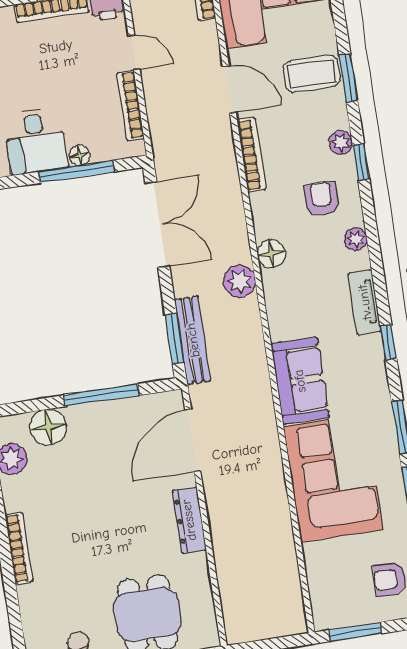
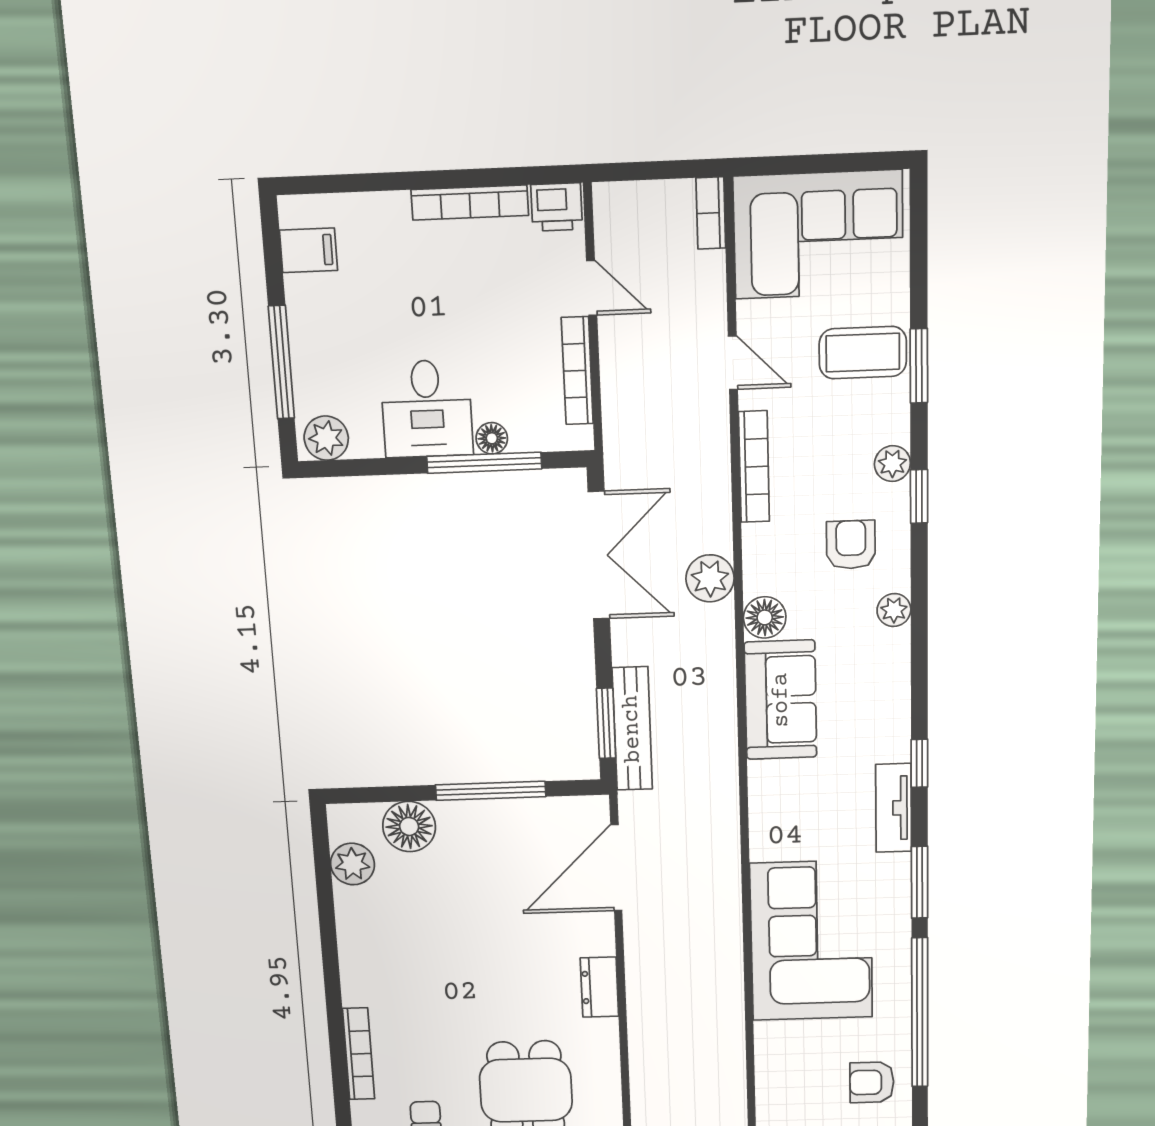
door: (229, 89) -> (733, 363), width x0.73
plant: (240, 281) -> (710, 578), moved
tv unit: (365, 302) -> (894, 808), moved
sofa: (300, 381) -> (781, 700), moved
dresser: (189, 520) -> (599, 987), width x0.70
bookcase: (19, 548) -> (359, 1054), moved

